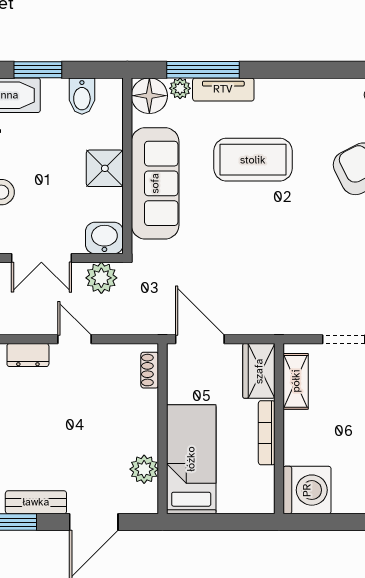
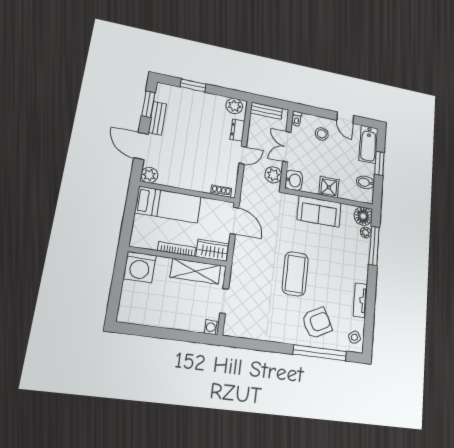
tv unit: (223, 89) -> (360, 300), moved
coffee table: (253, 160) -> (295, 274), moved
sofa: (155, 183) -> (319, 211), width x0.73
door: (200, 339) -> (234, 221), hinge flipped
shelving: (296, 381) -> (196, 271), width x1.50, depth x1.33
plant: (144, 469) -> (149, 175), moved

